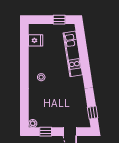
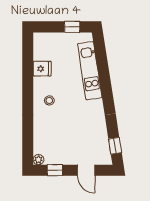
fridge: (36, 40) -> (42, 69), moved

